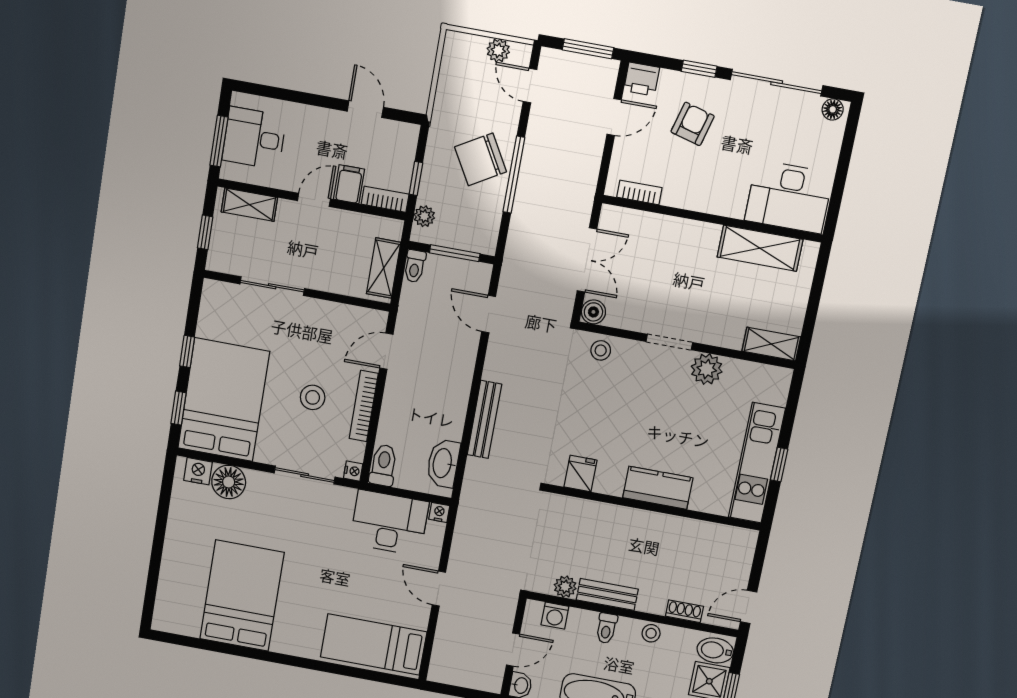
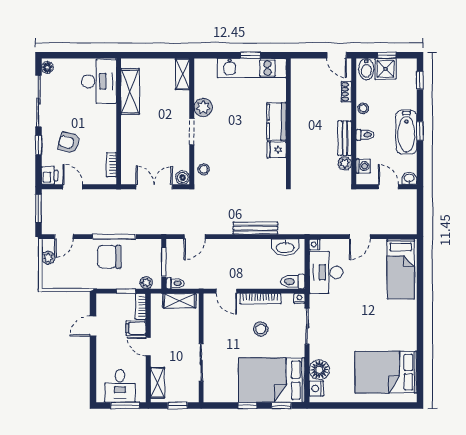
chair: (481, 159) -> (109, 257), turned 120
fridge: (581, 473) -> (276, 150), moved
bed: (242, 596) -> (386, 372), moved

